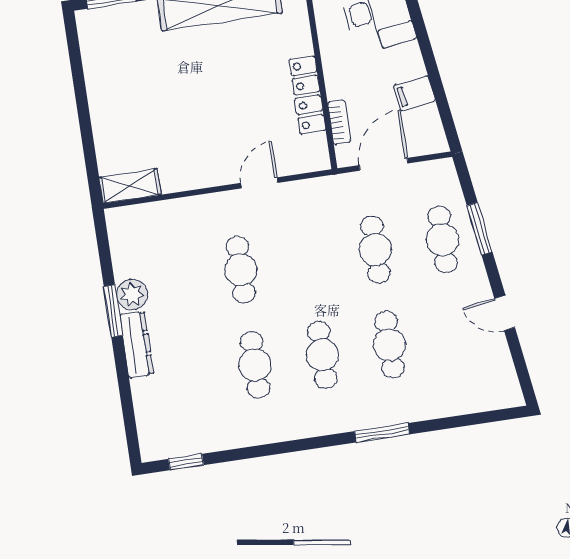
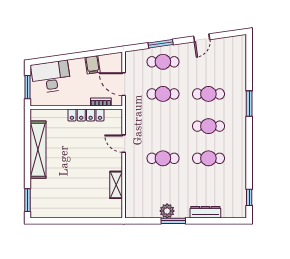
shelving: (130, 186) -> (116, 185), moved
dresser: (137, 344) -> (205, 212), moved

